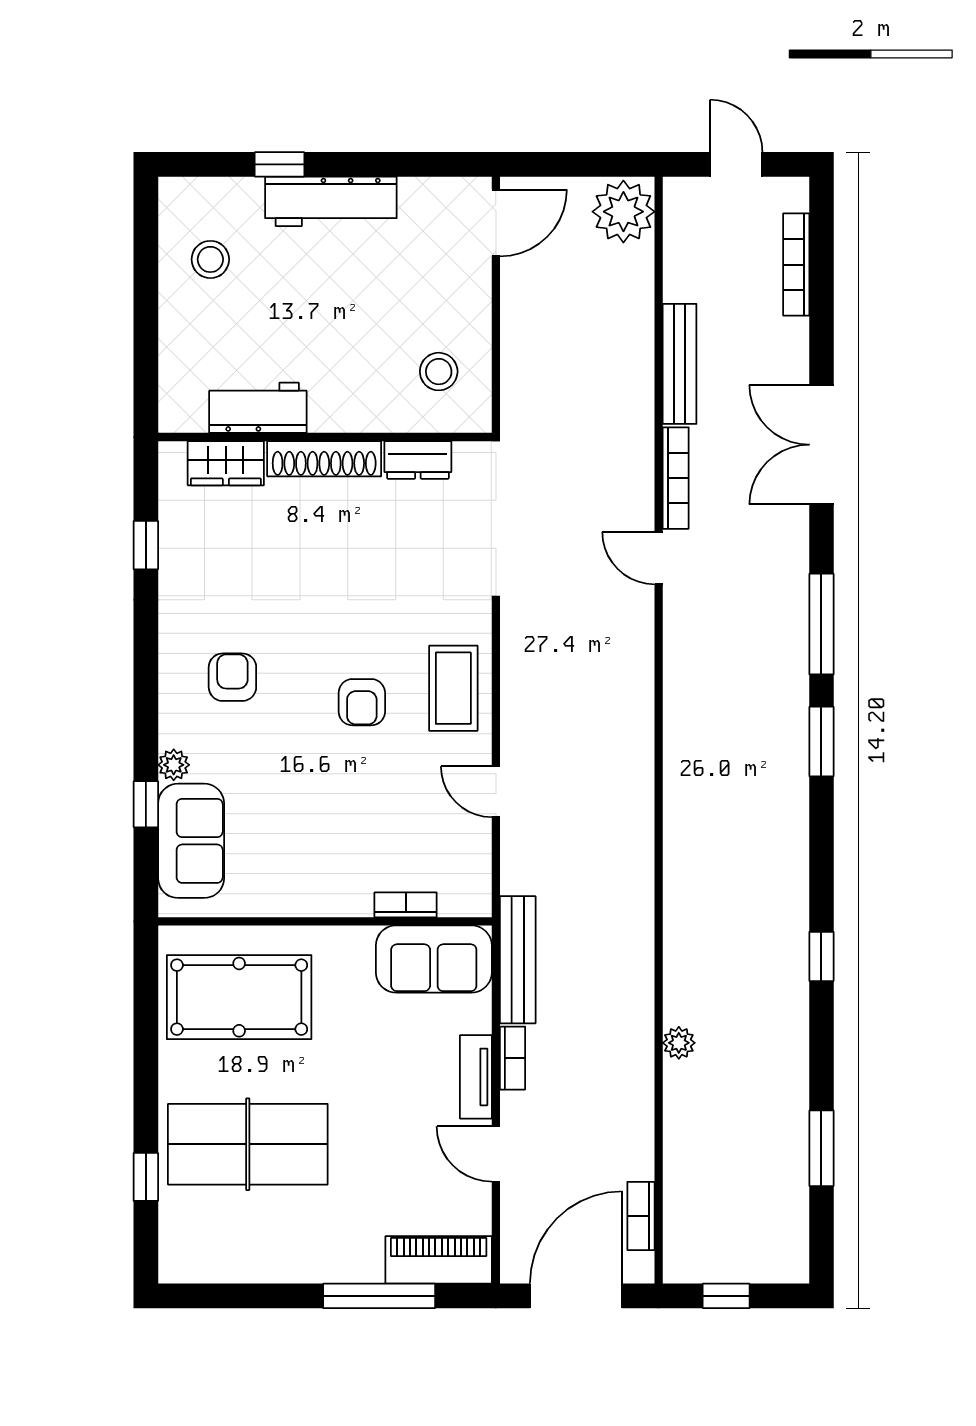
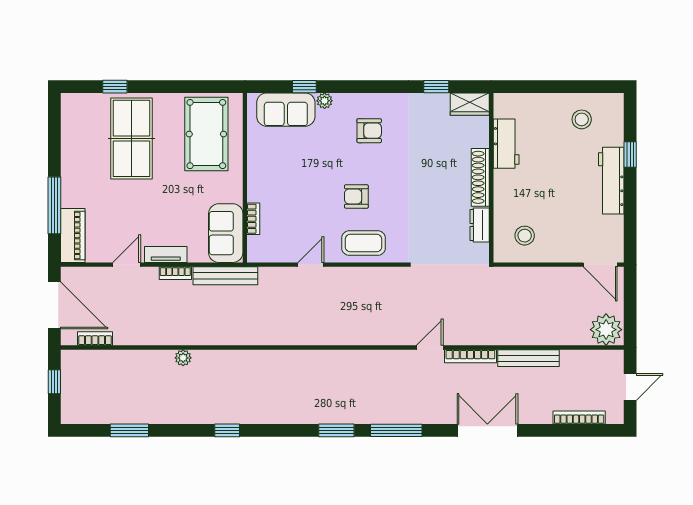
wardrobe: (226, 463) -> (470, 104), moved, turned -90

